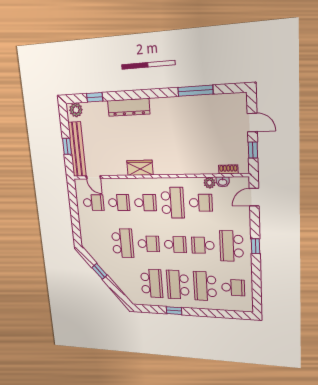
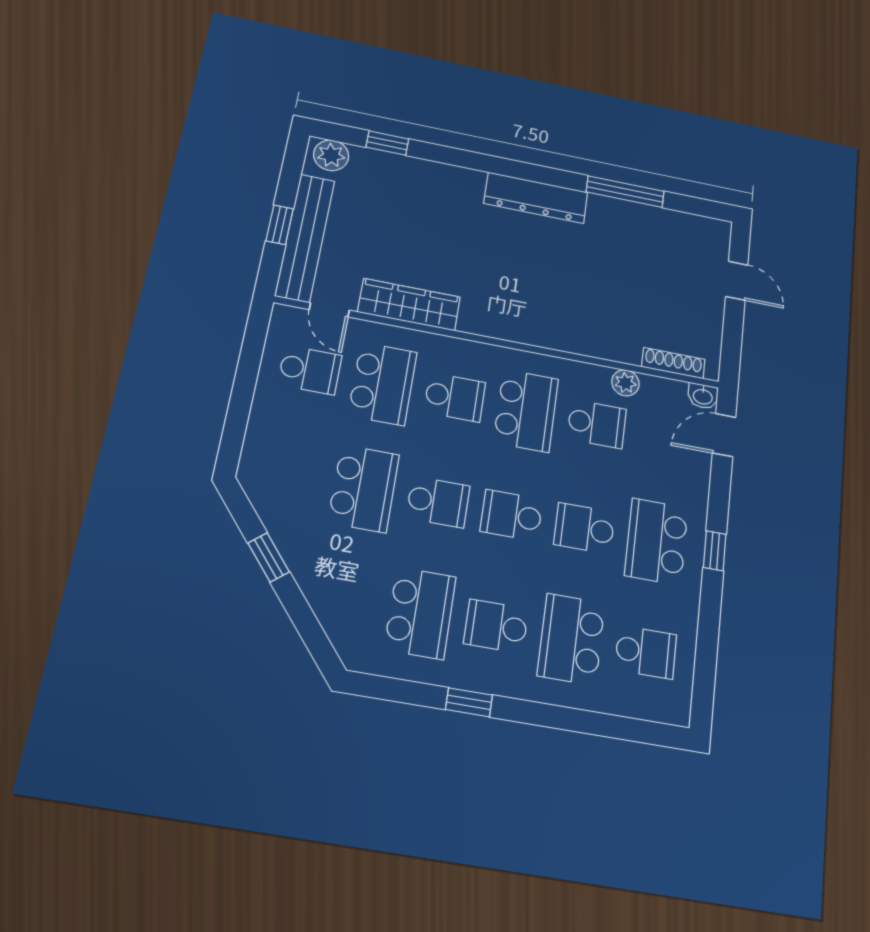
dresser: (129, 107) -> (536, 198), moved
window: (253, 150) -> (732, 335), removed
wardrobe: (140, 168) -> (409, 305), moved, width x1.50
shoe rack: (228, 169) -> (673, 363), width x1.43
washbasin: (223, 182) -> (703, 396), moved
school desk: (119, 203) -> (383, 384), width x1.85
school desk: (175, 244) -> (512, 515), turned 180
school desk: (178, 285) -> (496, 626), width x0.54

